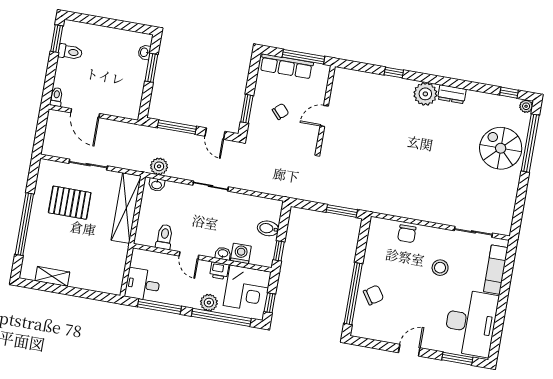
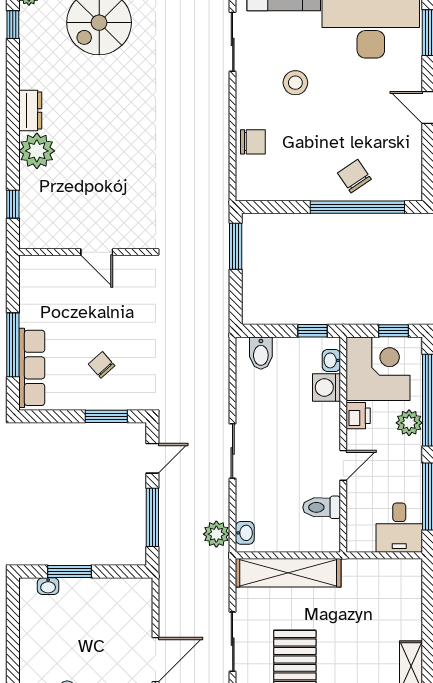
wall: (325, 109) -> (86, 252), moved
door: (324, 116) -> (97, 252), moved
bidet: (268, 228) -> (261, 353), moved
washbasin: (223, 254) -> (331, 360), moved

